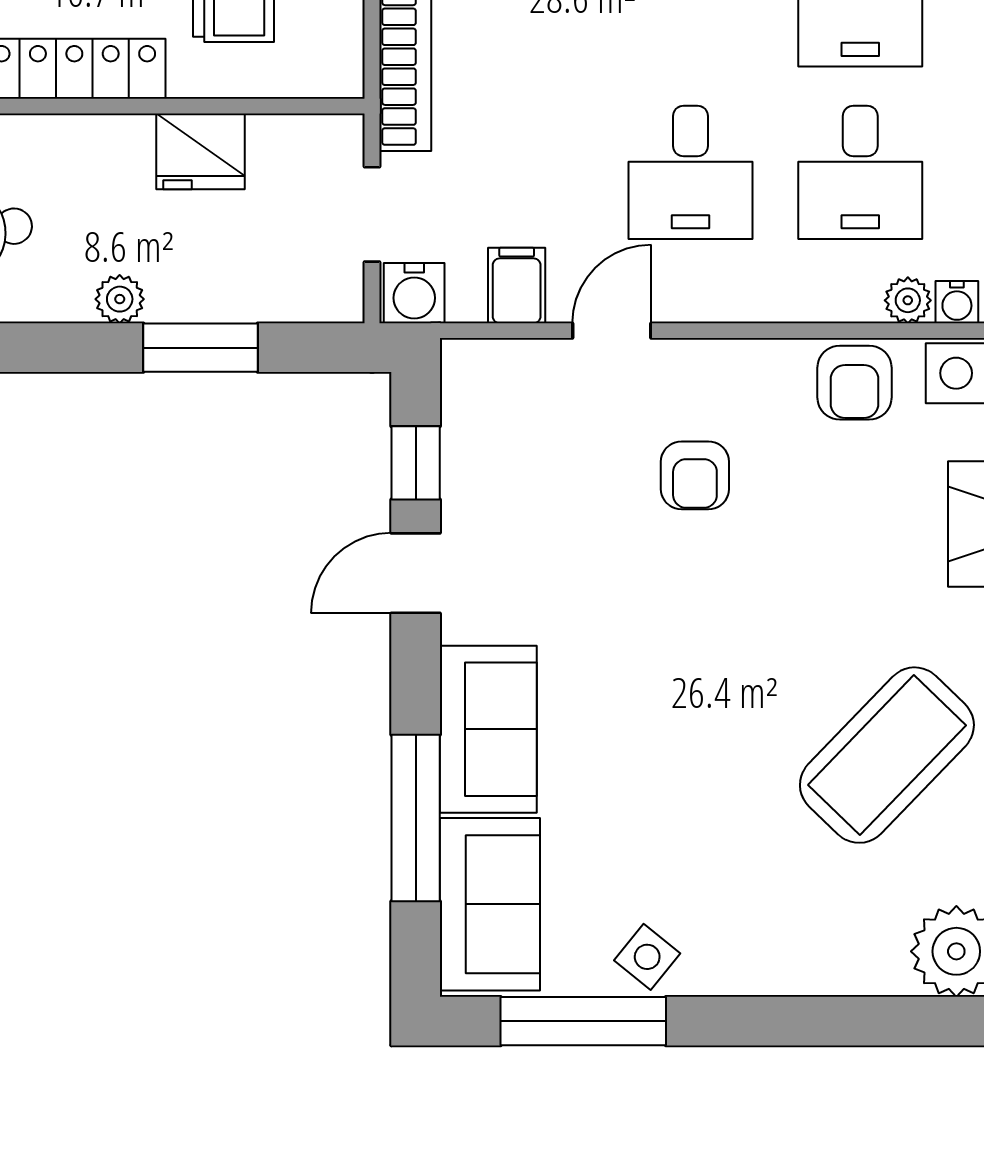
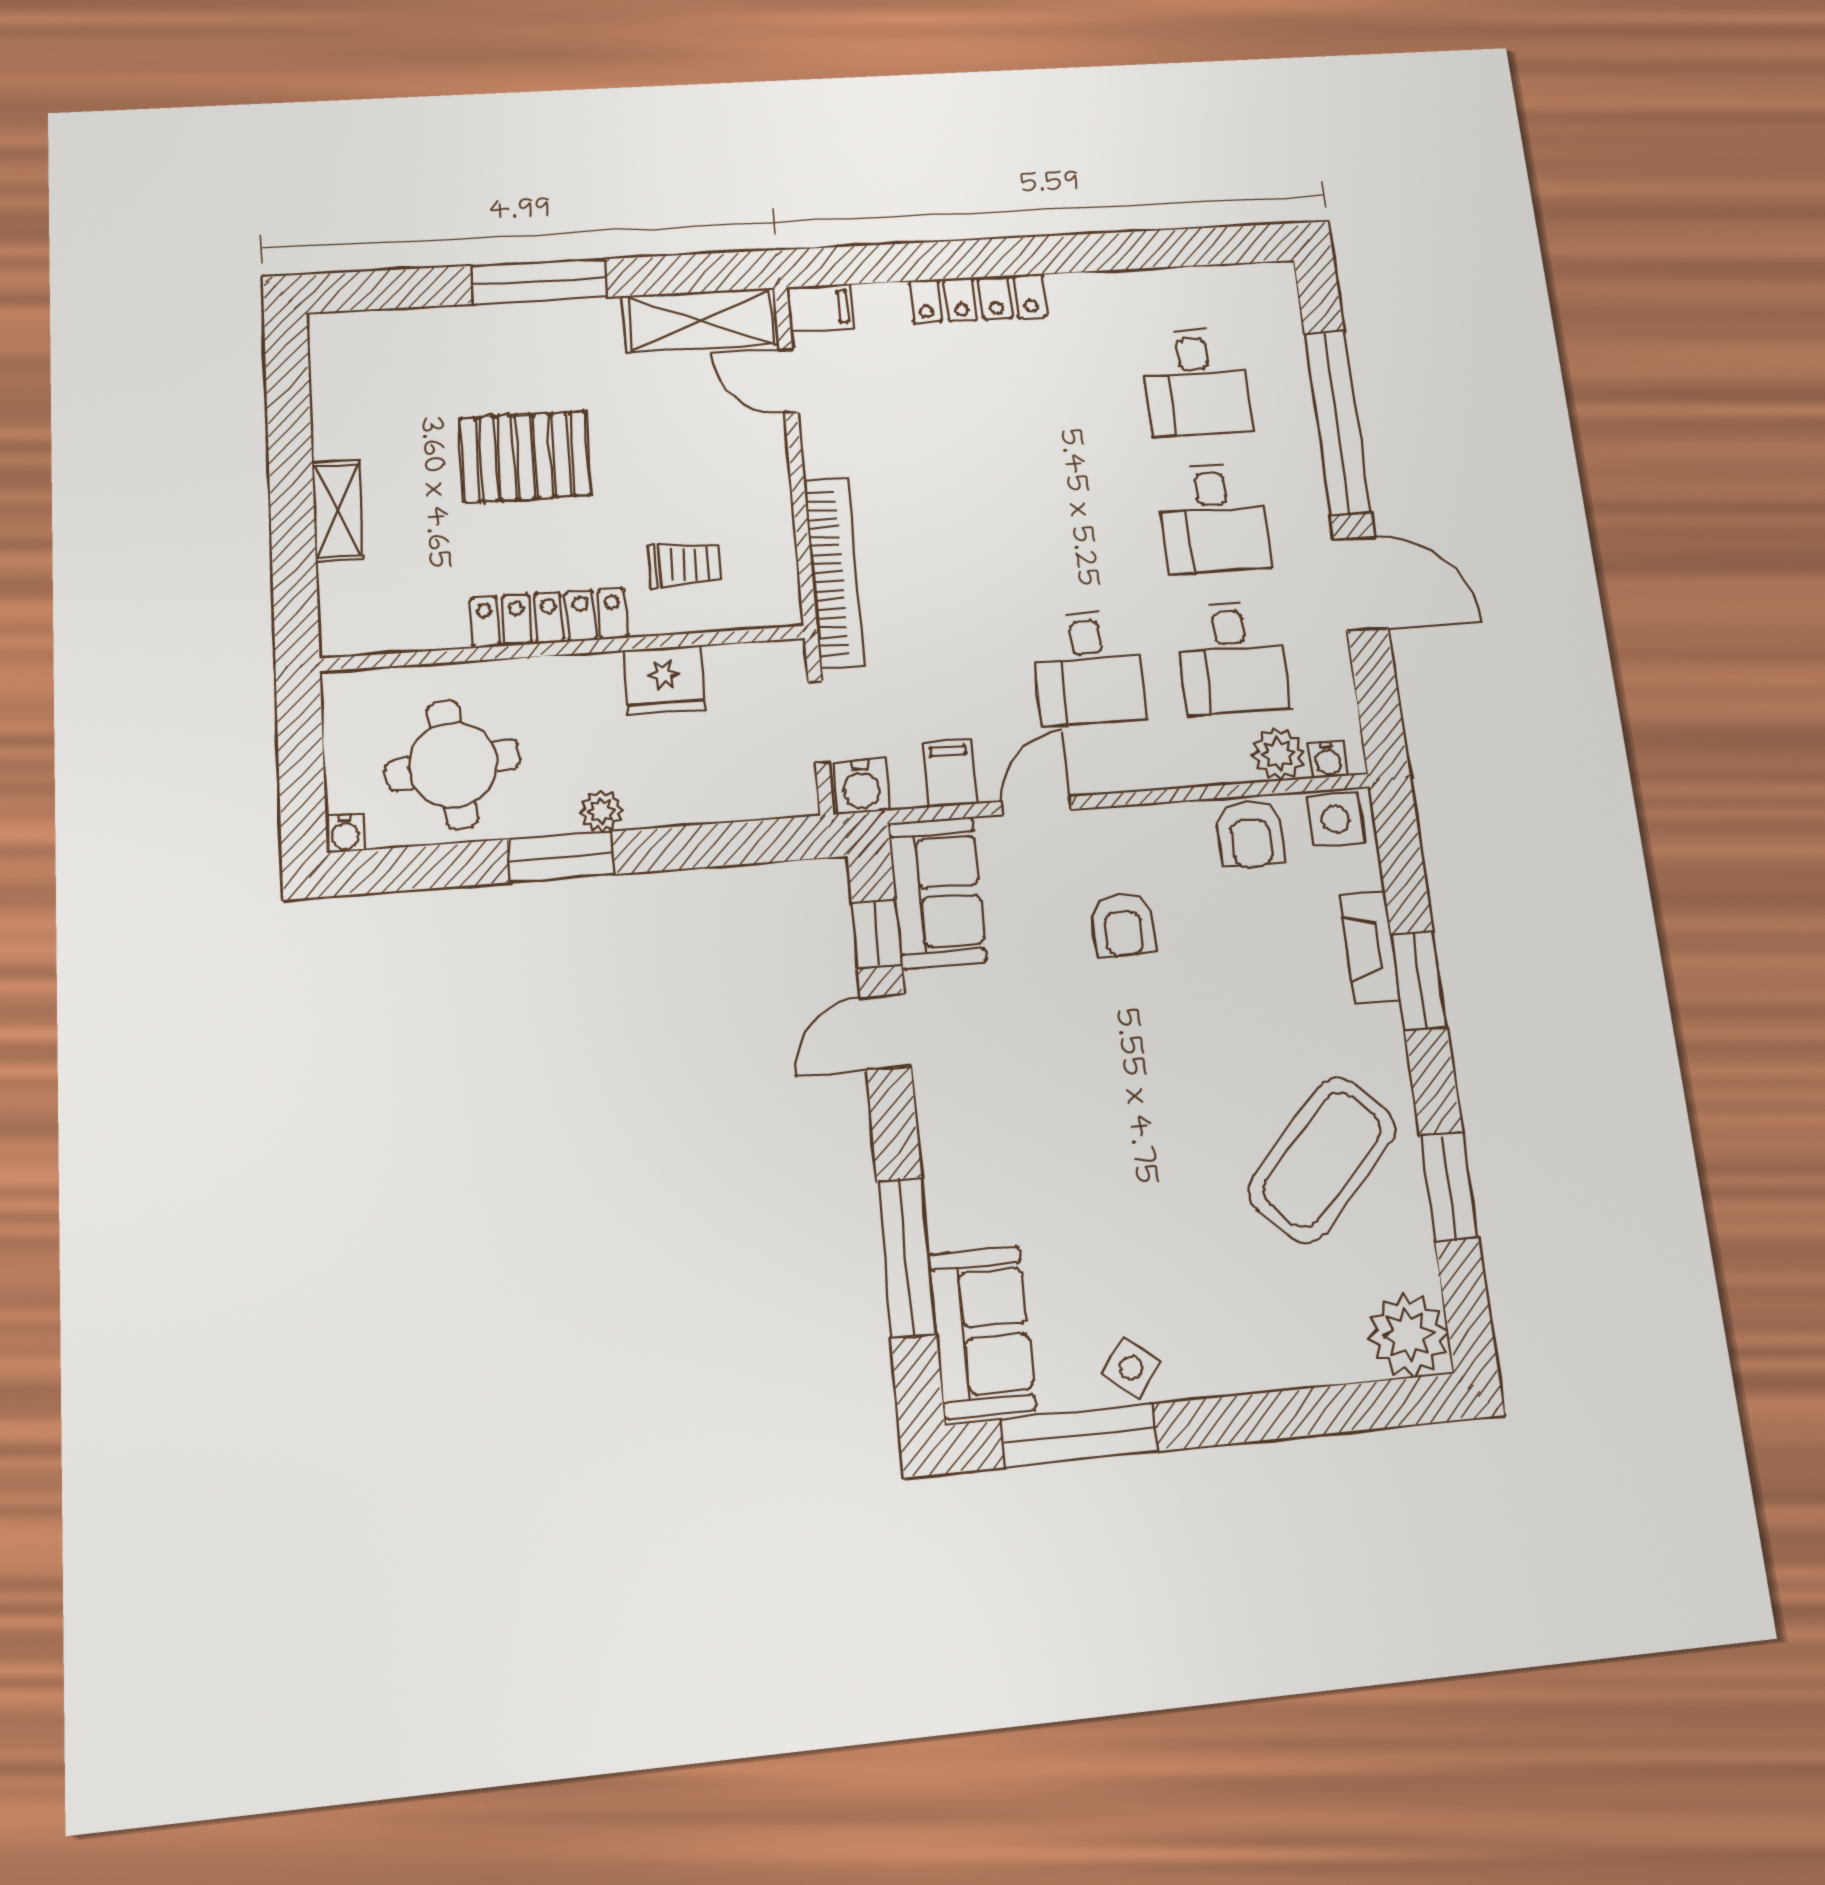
plant: (908, 300) -> (1278, 754), width x1.38, depth x1.38
window: (200, 348) -> (561, 857), moved
sofa: (488, 729) -> (937, 892), moved

